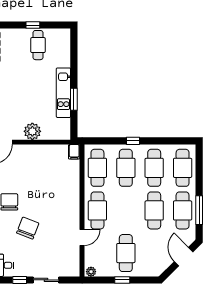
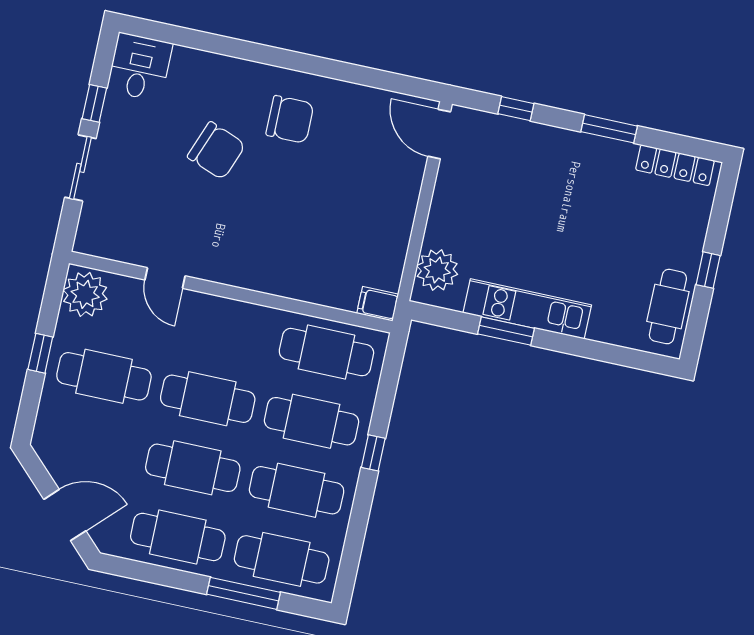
cafe table: (38, 45) -> (668, 307), moved, turned 90
plant: (32, 131) -> (437, 270), moved
cafe table: (97, 210) -> (208, 399), moved
window: (199, 210) -> (243, 593), moved
plant: (91, 272) -> (85, 294), width x1.87, depth x1.87

